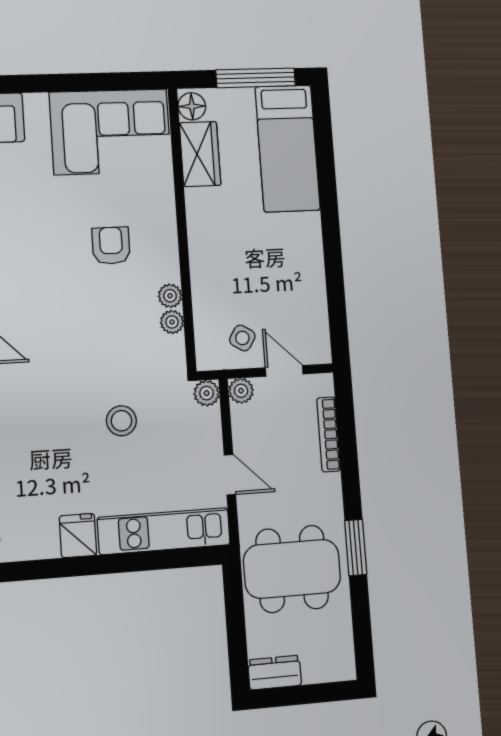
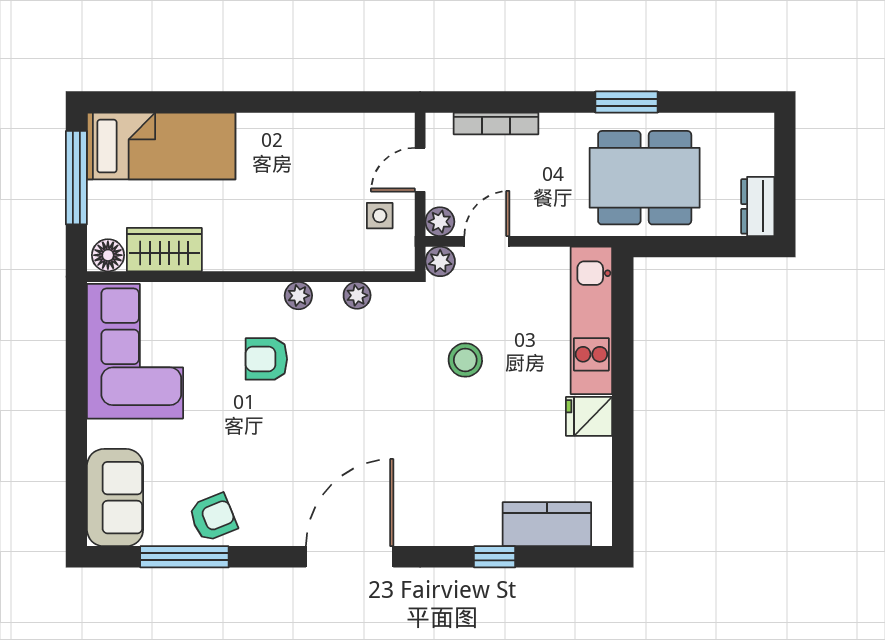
plant: (170, 296) -> (298, 296), moved
side table: (242, 338) -> (380, 216), turned -32
door: (230, 475) -> (487, 241), moved
dining table: (292, 569) -> (645, 178), turned 90

